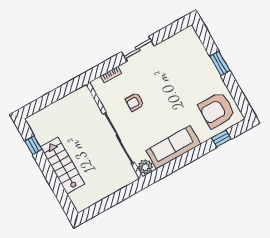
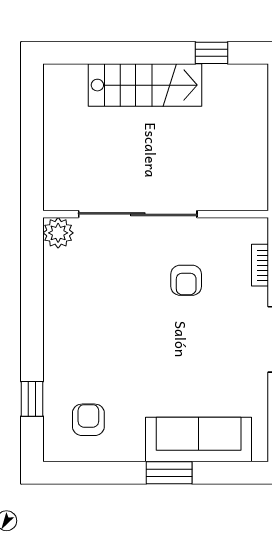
armchair: (135, 102) -> (186, 280), turned 180
armchair: (217, 110) -> (88, 420), width x0.53, depth x0.53
sofa: (173, 147) -> (199, 439), moved, turned -90

